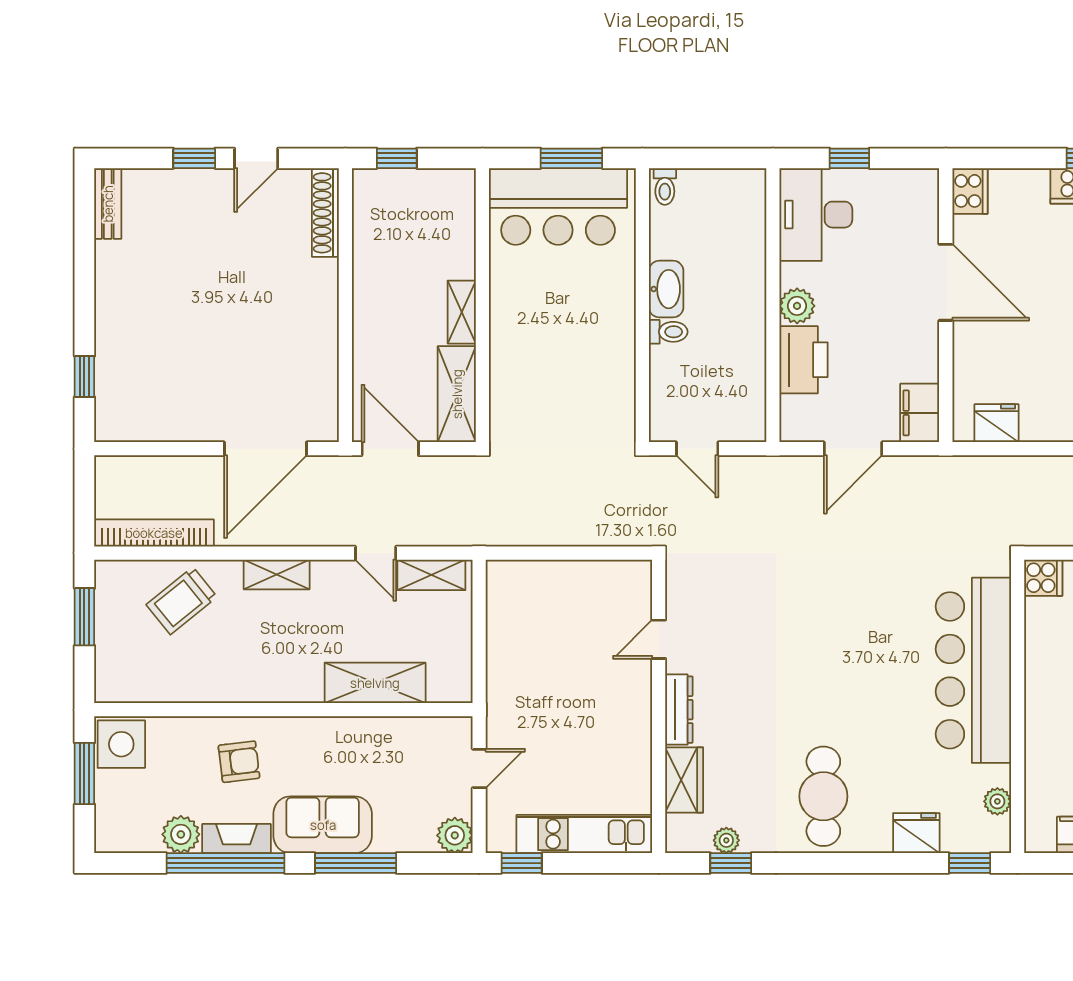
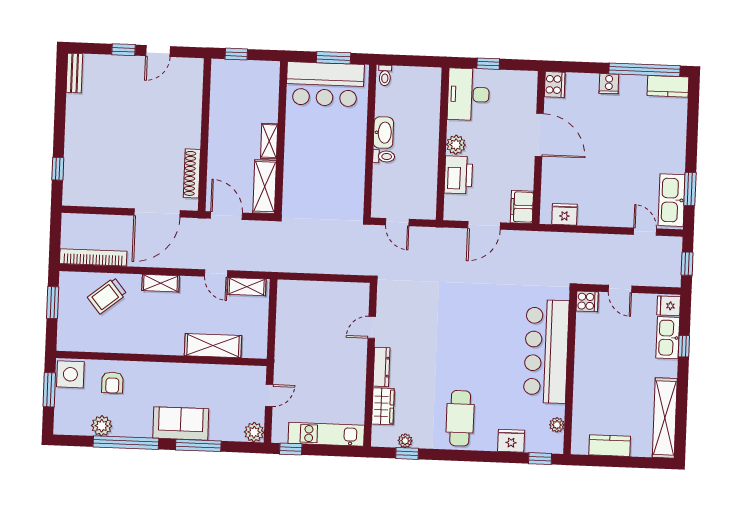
shoe rack: (325, 213) -> (192, 173), moved
armchair: (239, 762) -> (112, 383), moved, turned 97
fireplace: (237, 839) -> (133, 429), removed

